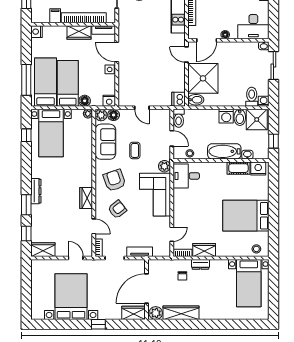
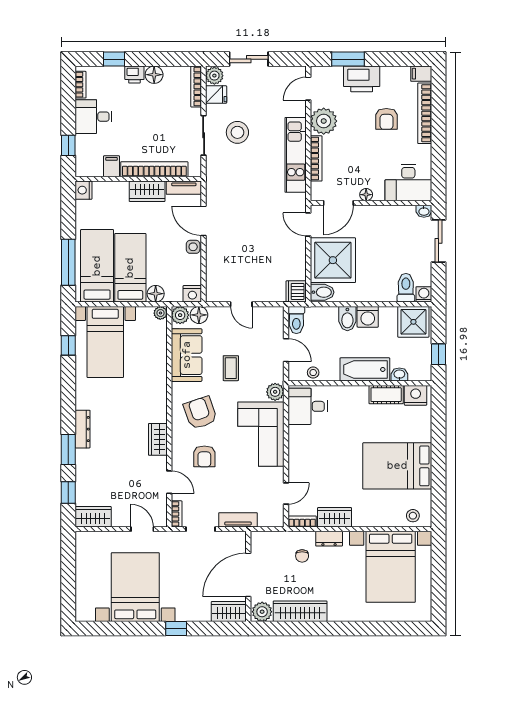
bidet: (240, 117) -> (347, 319), moved
armchair: (117, 209) -> (204, 456), turned 128
bed with nightstands: (249, 283) -> (391, 567), width x1.36

